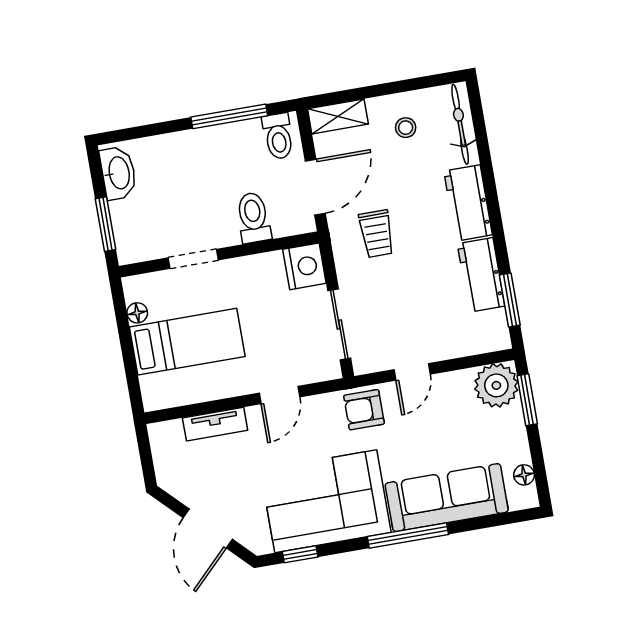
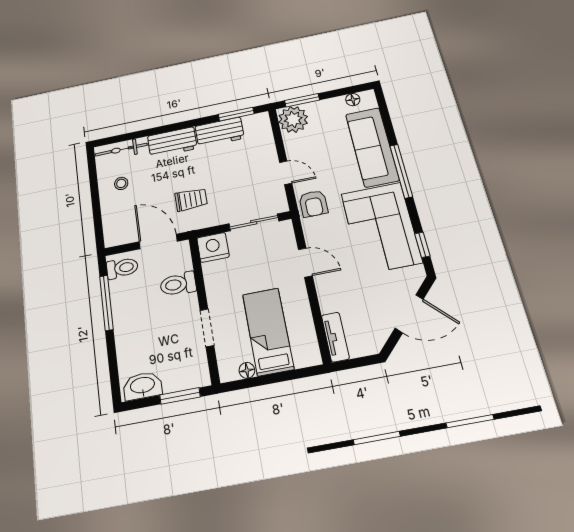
shelving: (338, 116) -> (111, 228), removed
tv unit: (215, 424) -> (335, 337), moved

